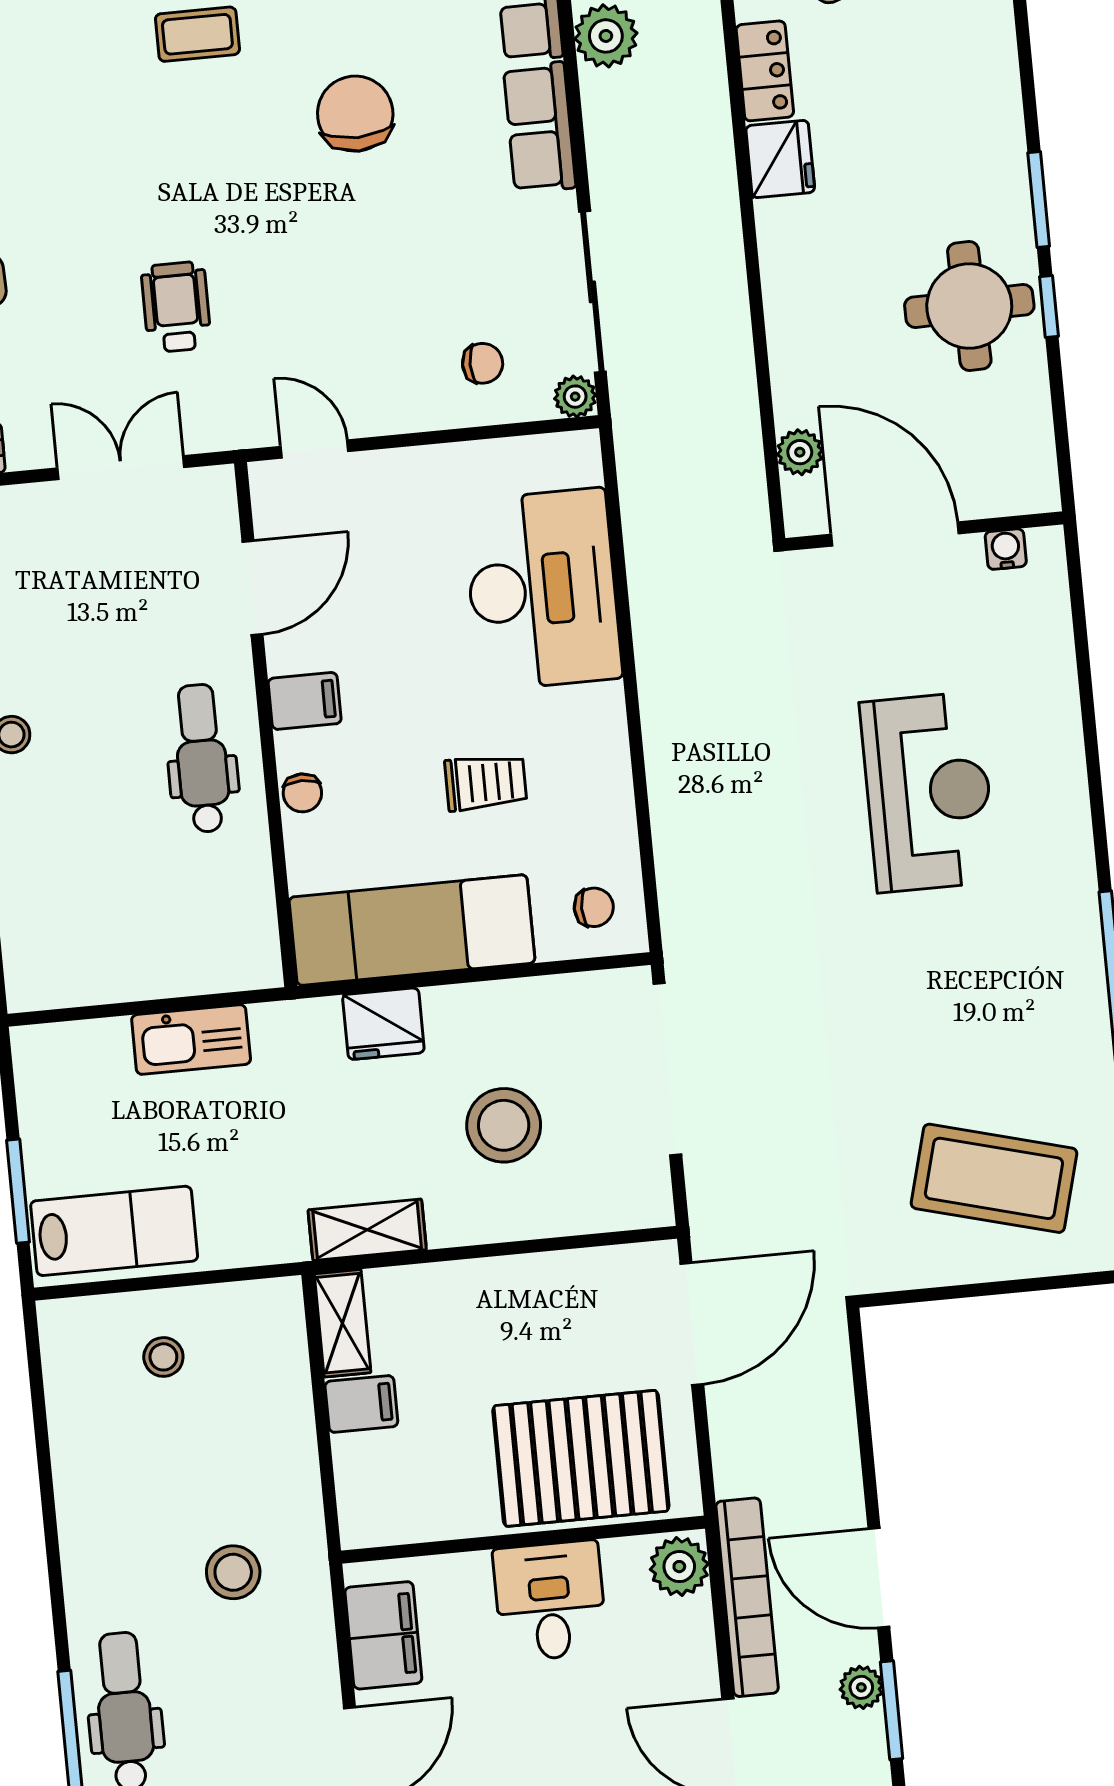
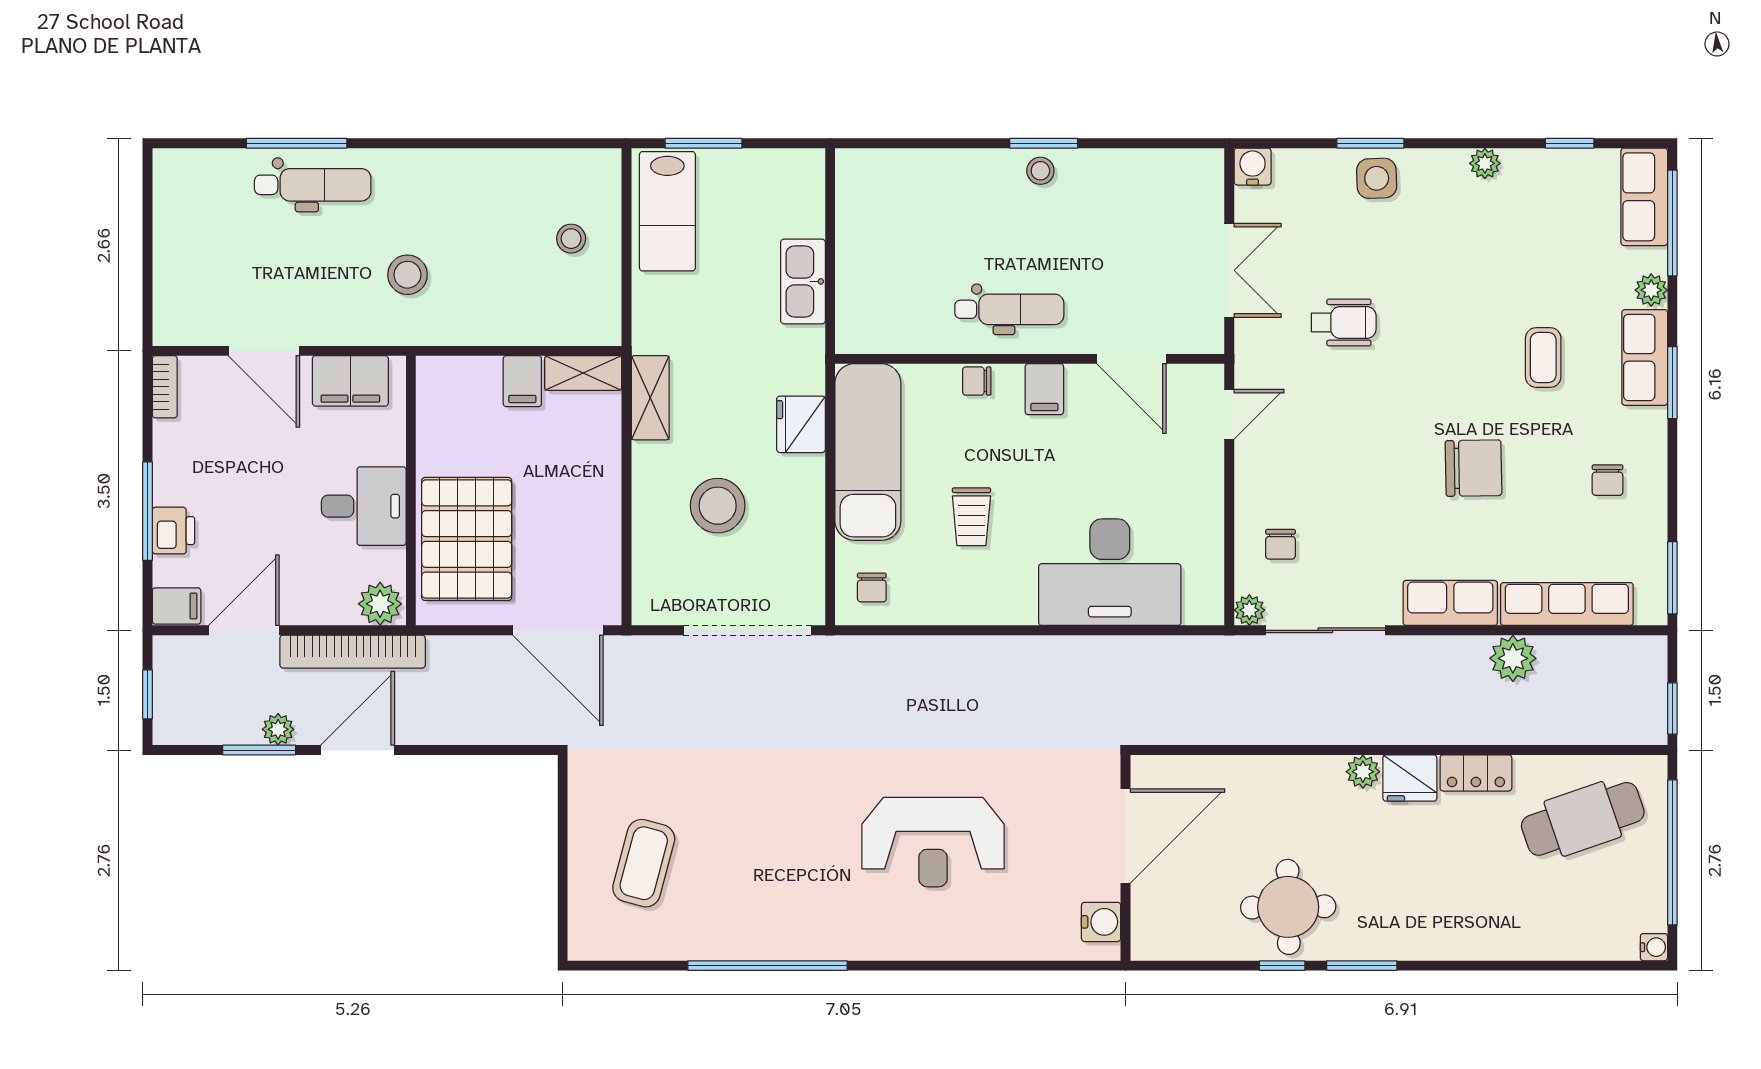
plant: (800, 452) -> (1363, 772), moved
water cooler: (1006, 549) -> (1101, 922), width x1.38, depth x1.38
coffee table: (994, 1178) -> (644, 863), width x0.73, depth x0.76

